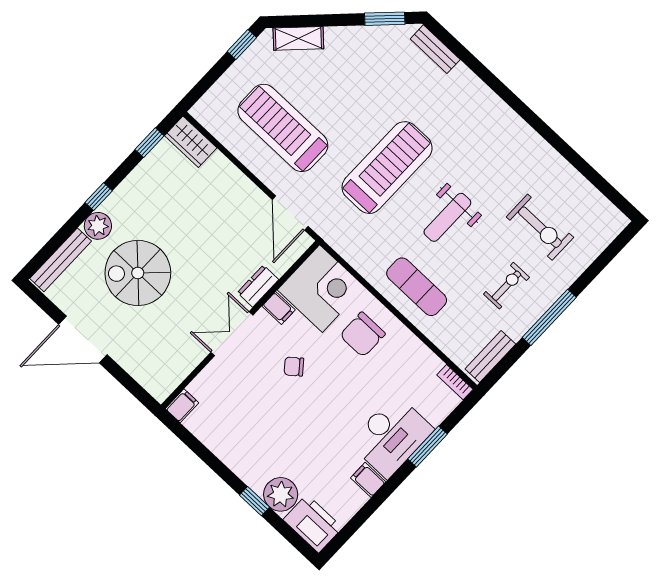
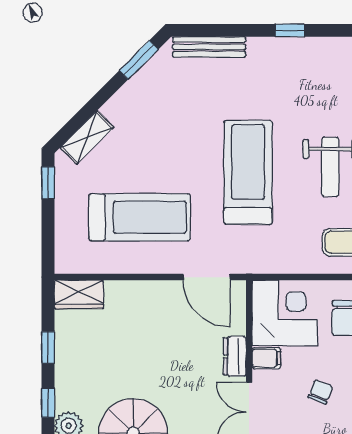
bench: (435, 49) -> (209, 47), width x1.36
window: (508, 97) -> (290, 30), added
treadmill: (283, 128) -> (140, 217), turned 180
window: (149, 143) -> (48, 347), moved
chair: (294, 367) -> (320, 392), turned 150

